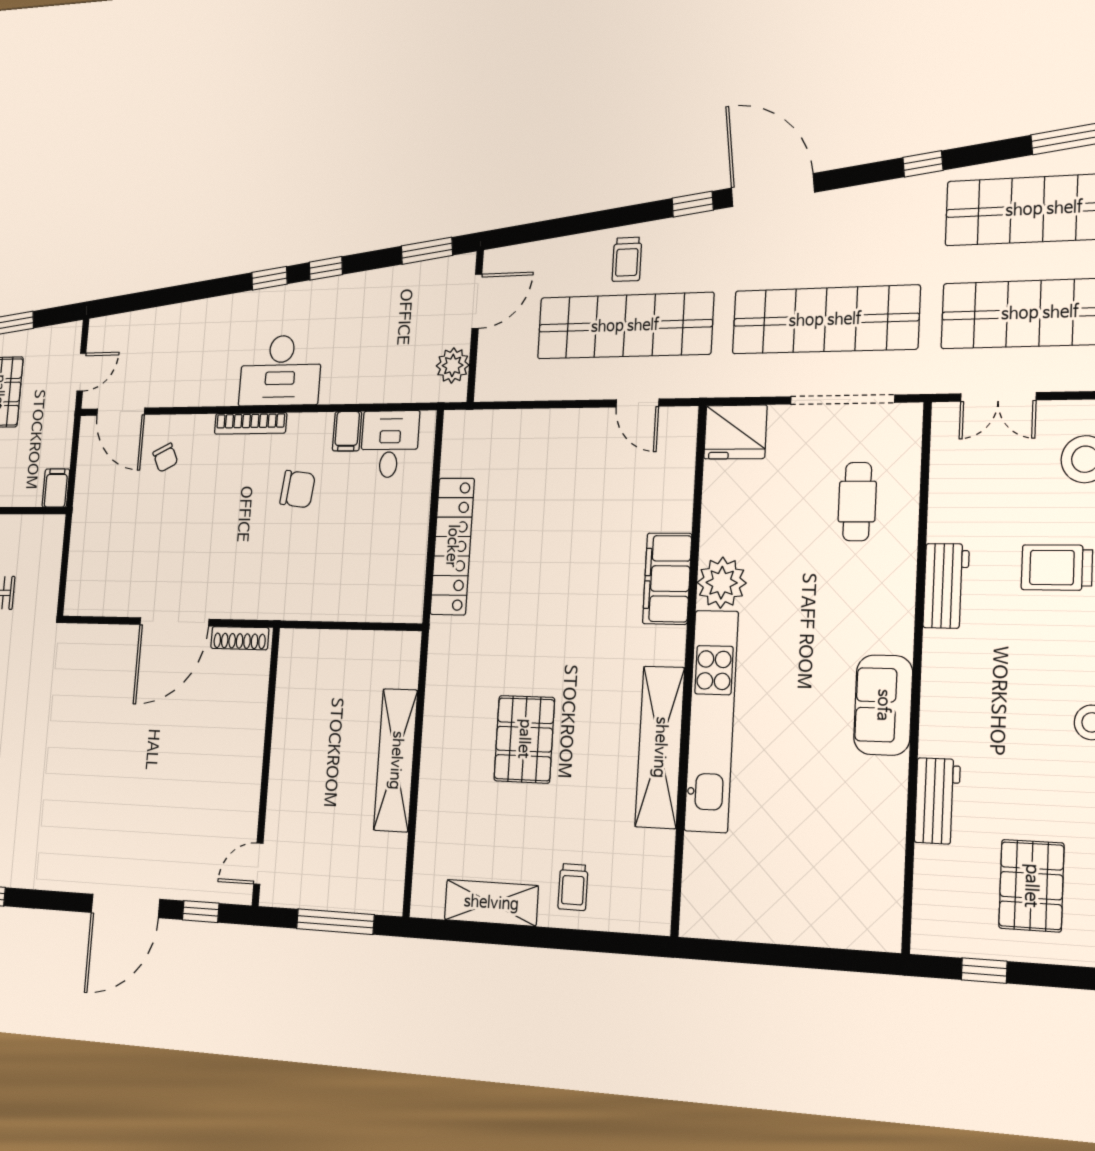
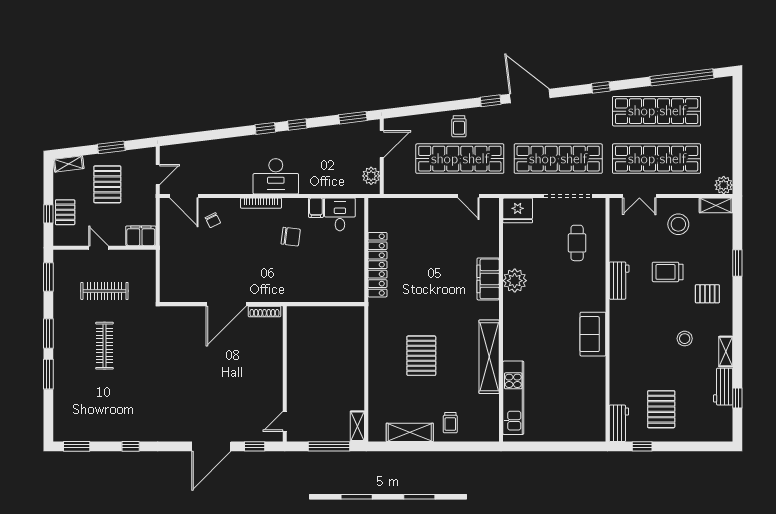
filing cabinet: (56, 488) -> (141, 236), width x2.00
kitchen unit: (711, 721) -> (513, 398), moved, width x0.73
shelving: (396, 760) -> (357, 426), moved, width x0.45, depth x0.75
workbench: (937, 801) -> (619, 423), moved

